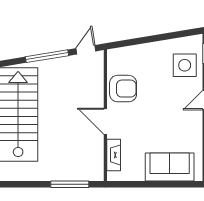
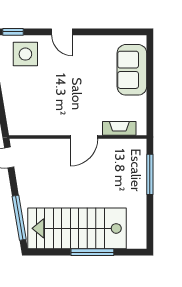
window: (47, 56) -> (19, 218), moved
armchair: (123, 89) -> (50, 119), removed

